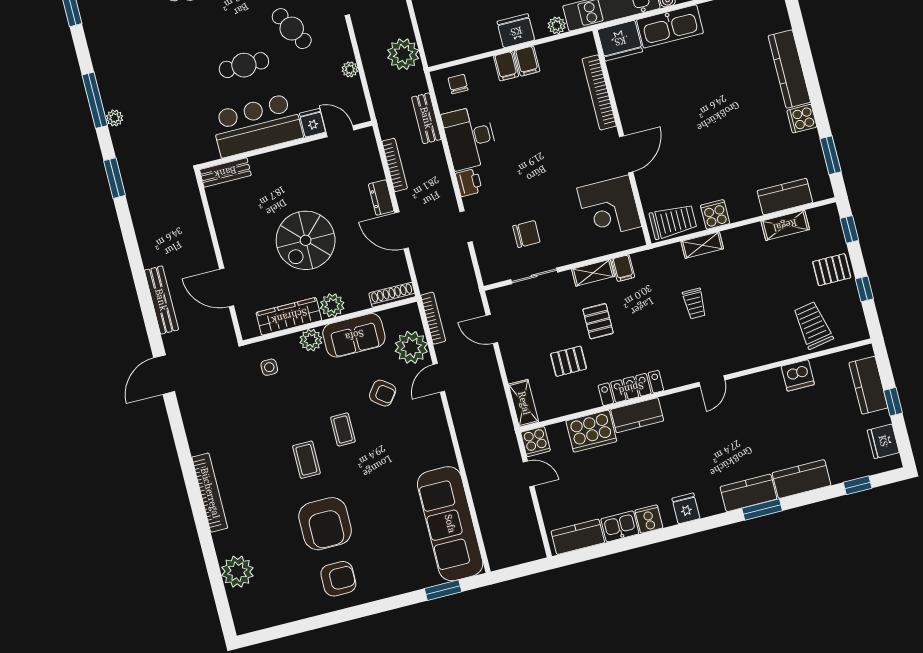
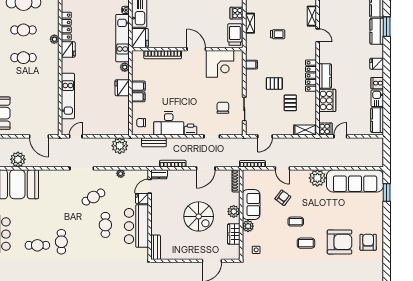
dresser: (381, 197) -> (159, 174), moved
shelving: (593, 273) -> (312, 16), moved
wardrobe: (289, 316) -> (234, 234), width x0.67
plant: (411, 347) -> (317, 178), moved

